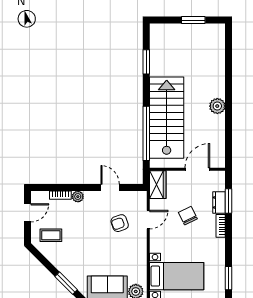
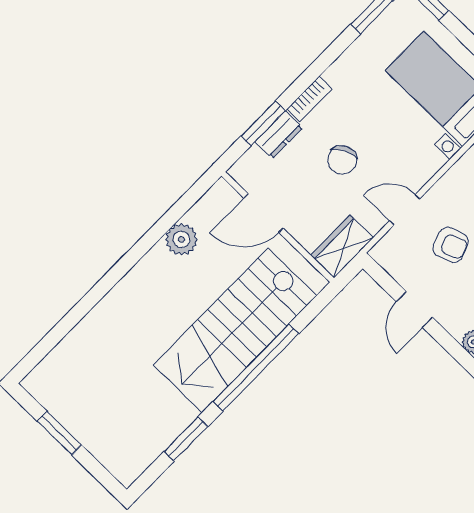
plant: (217, 106) -> (181, 239), moved
window: (146, 133) -> (256, 368), moved

